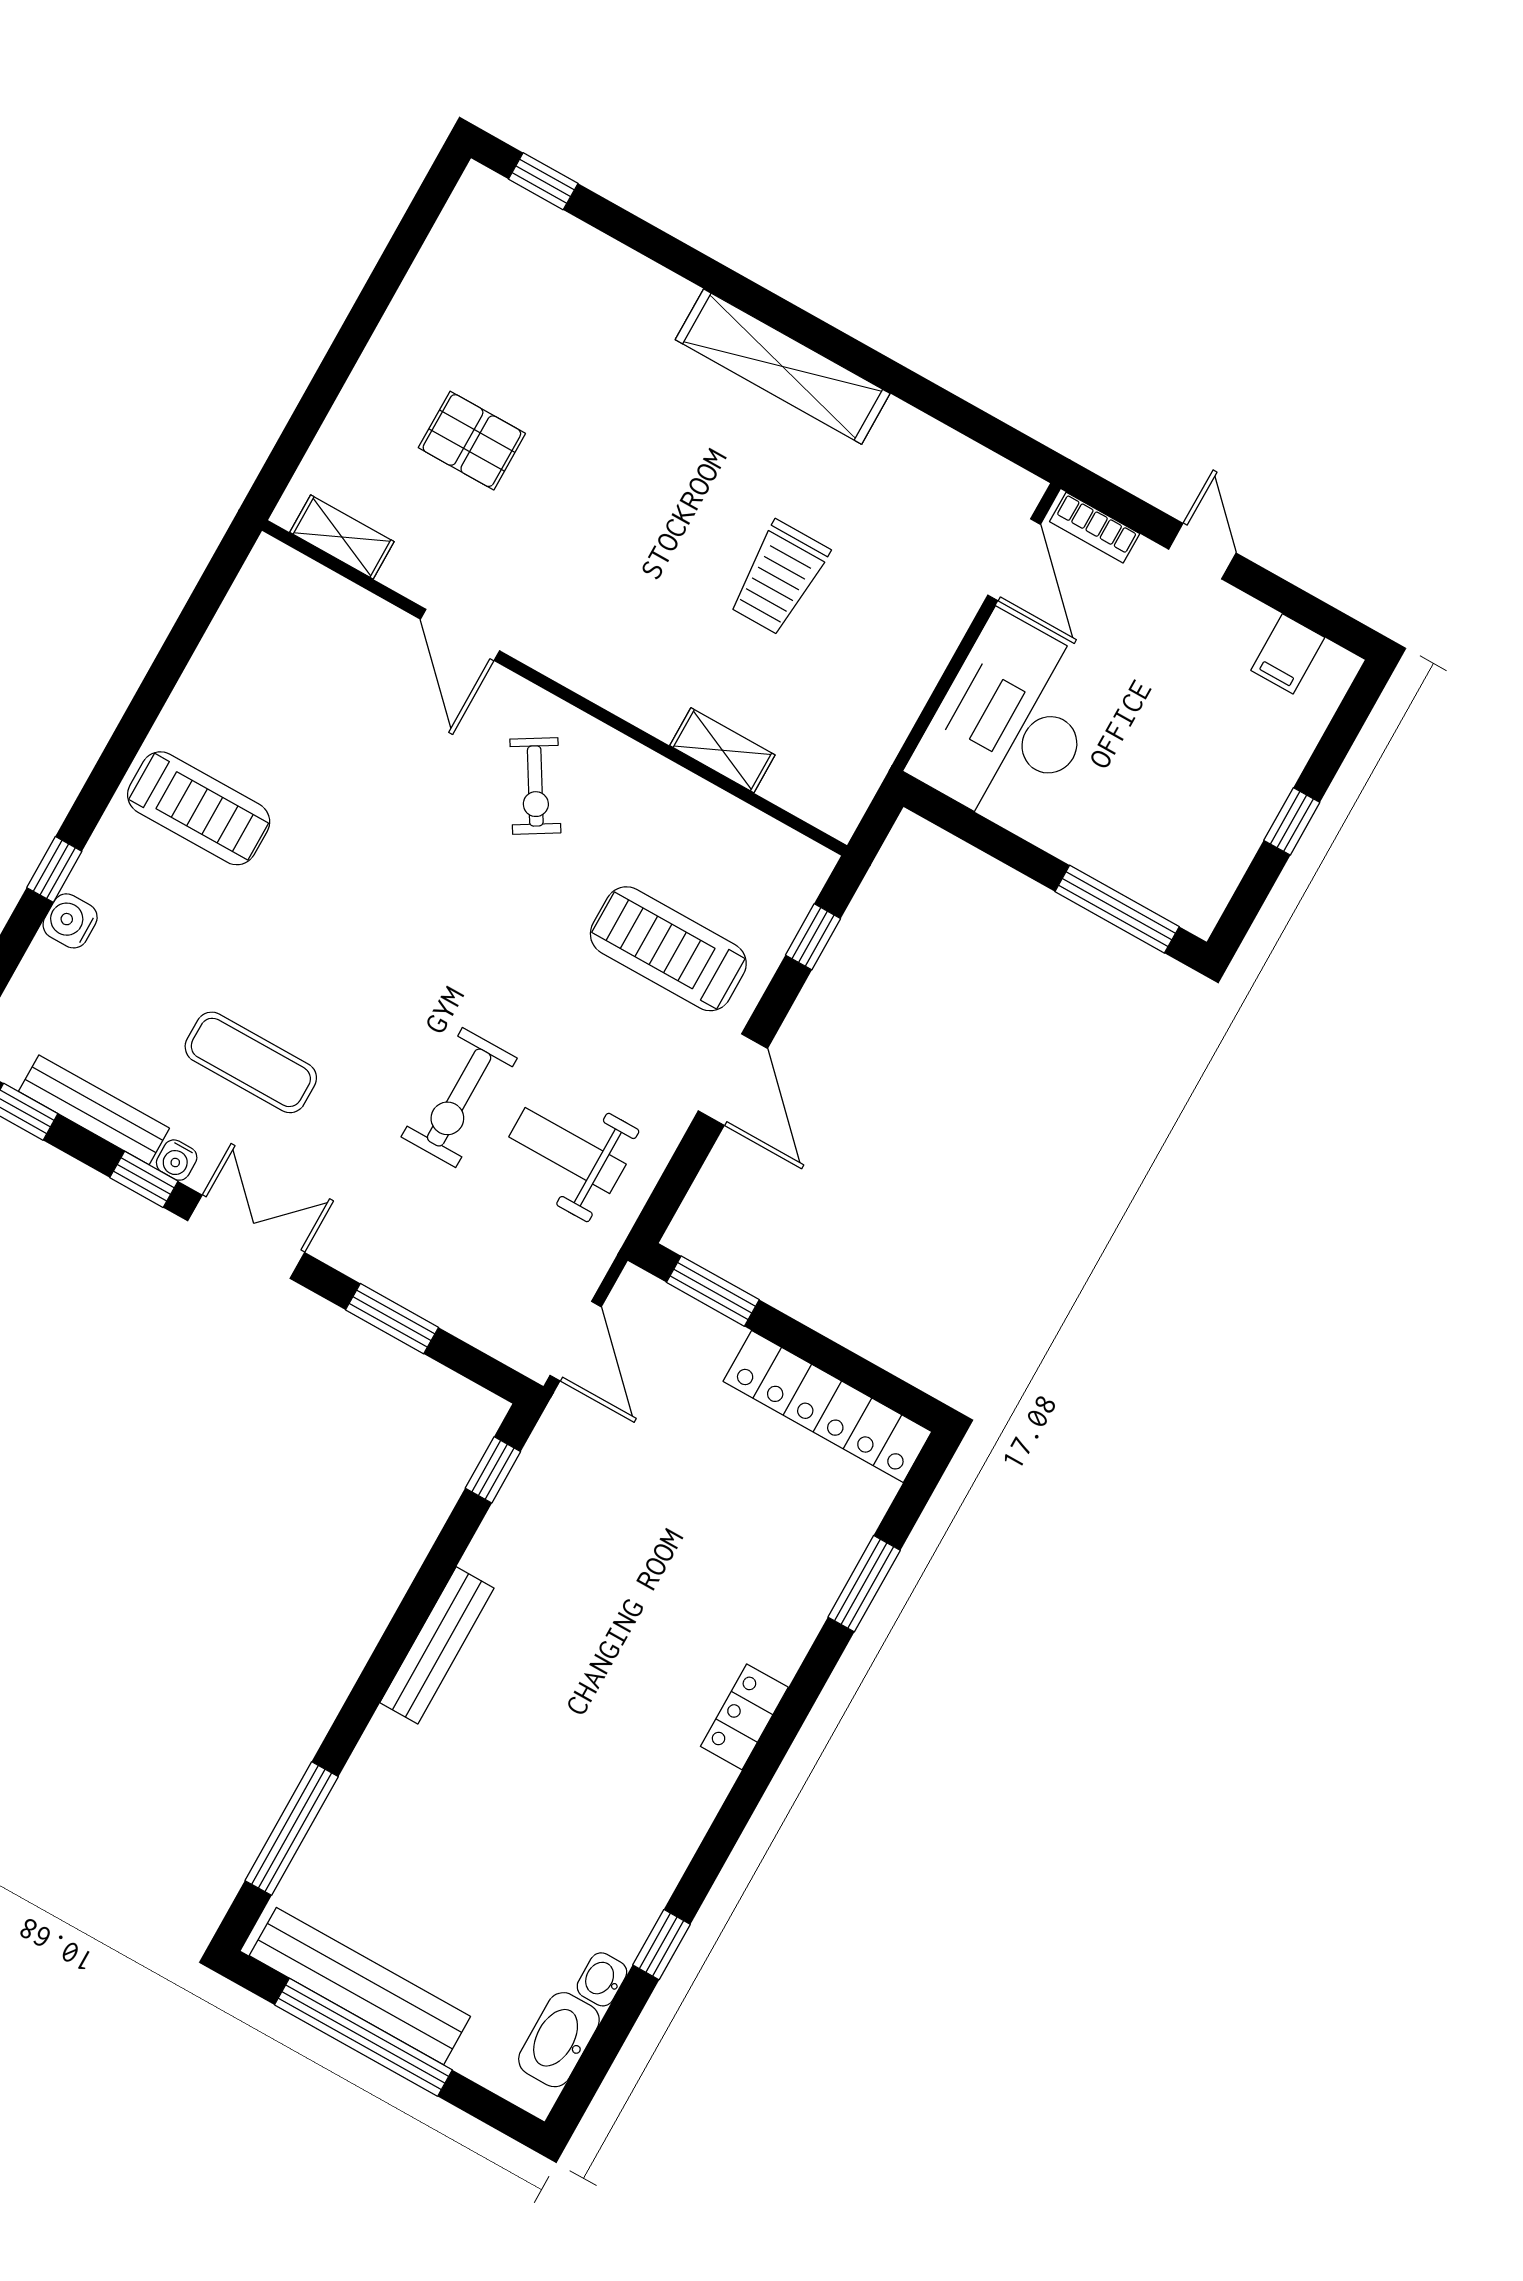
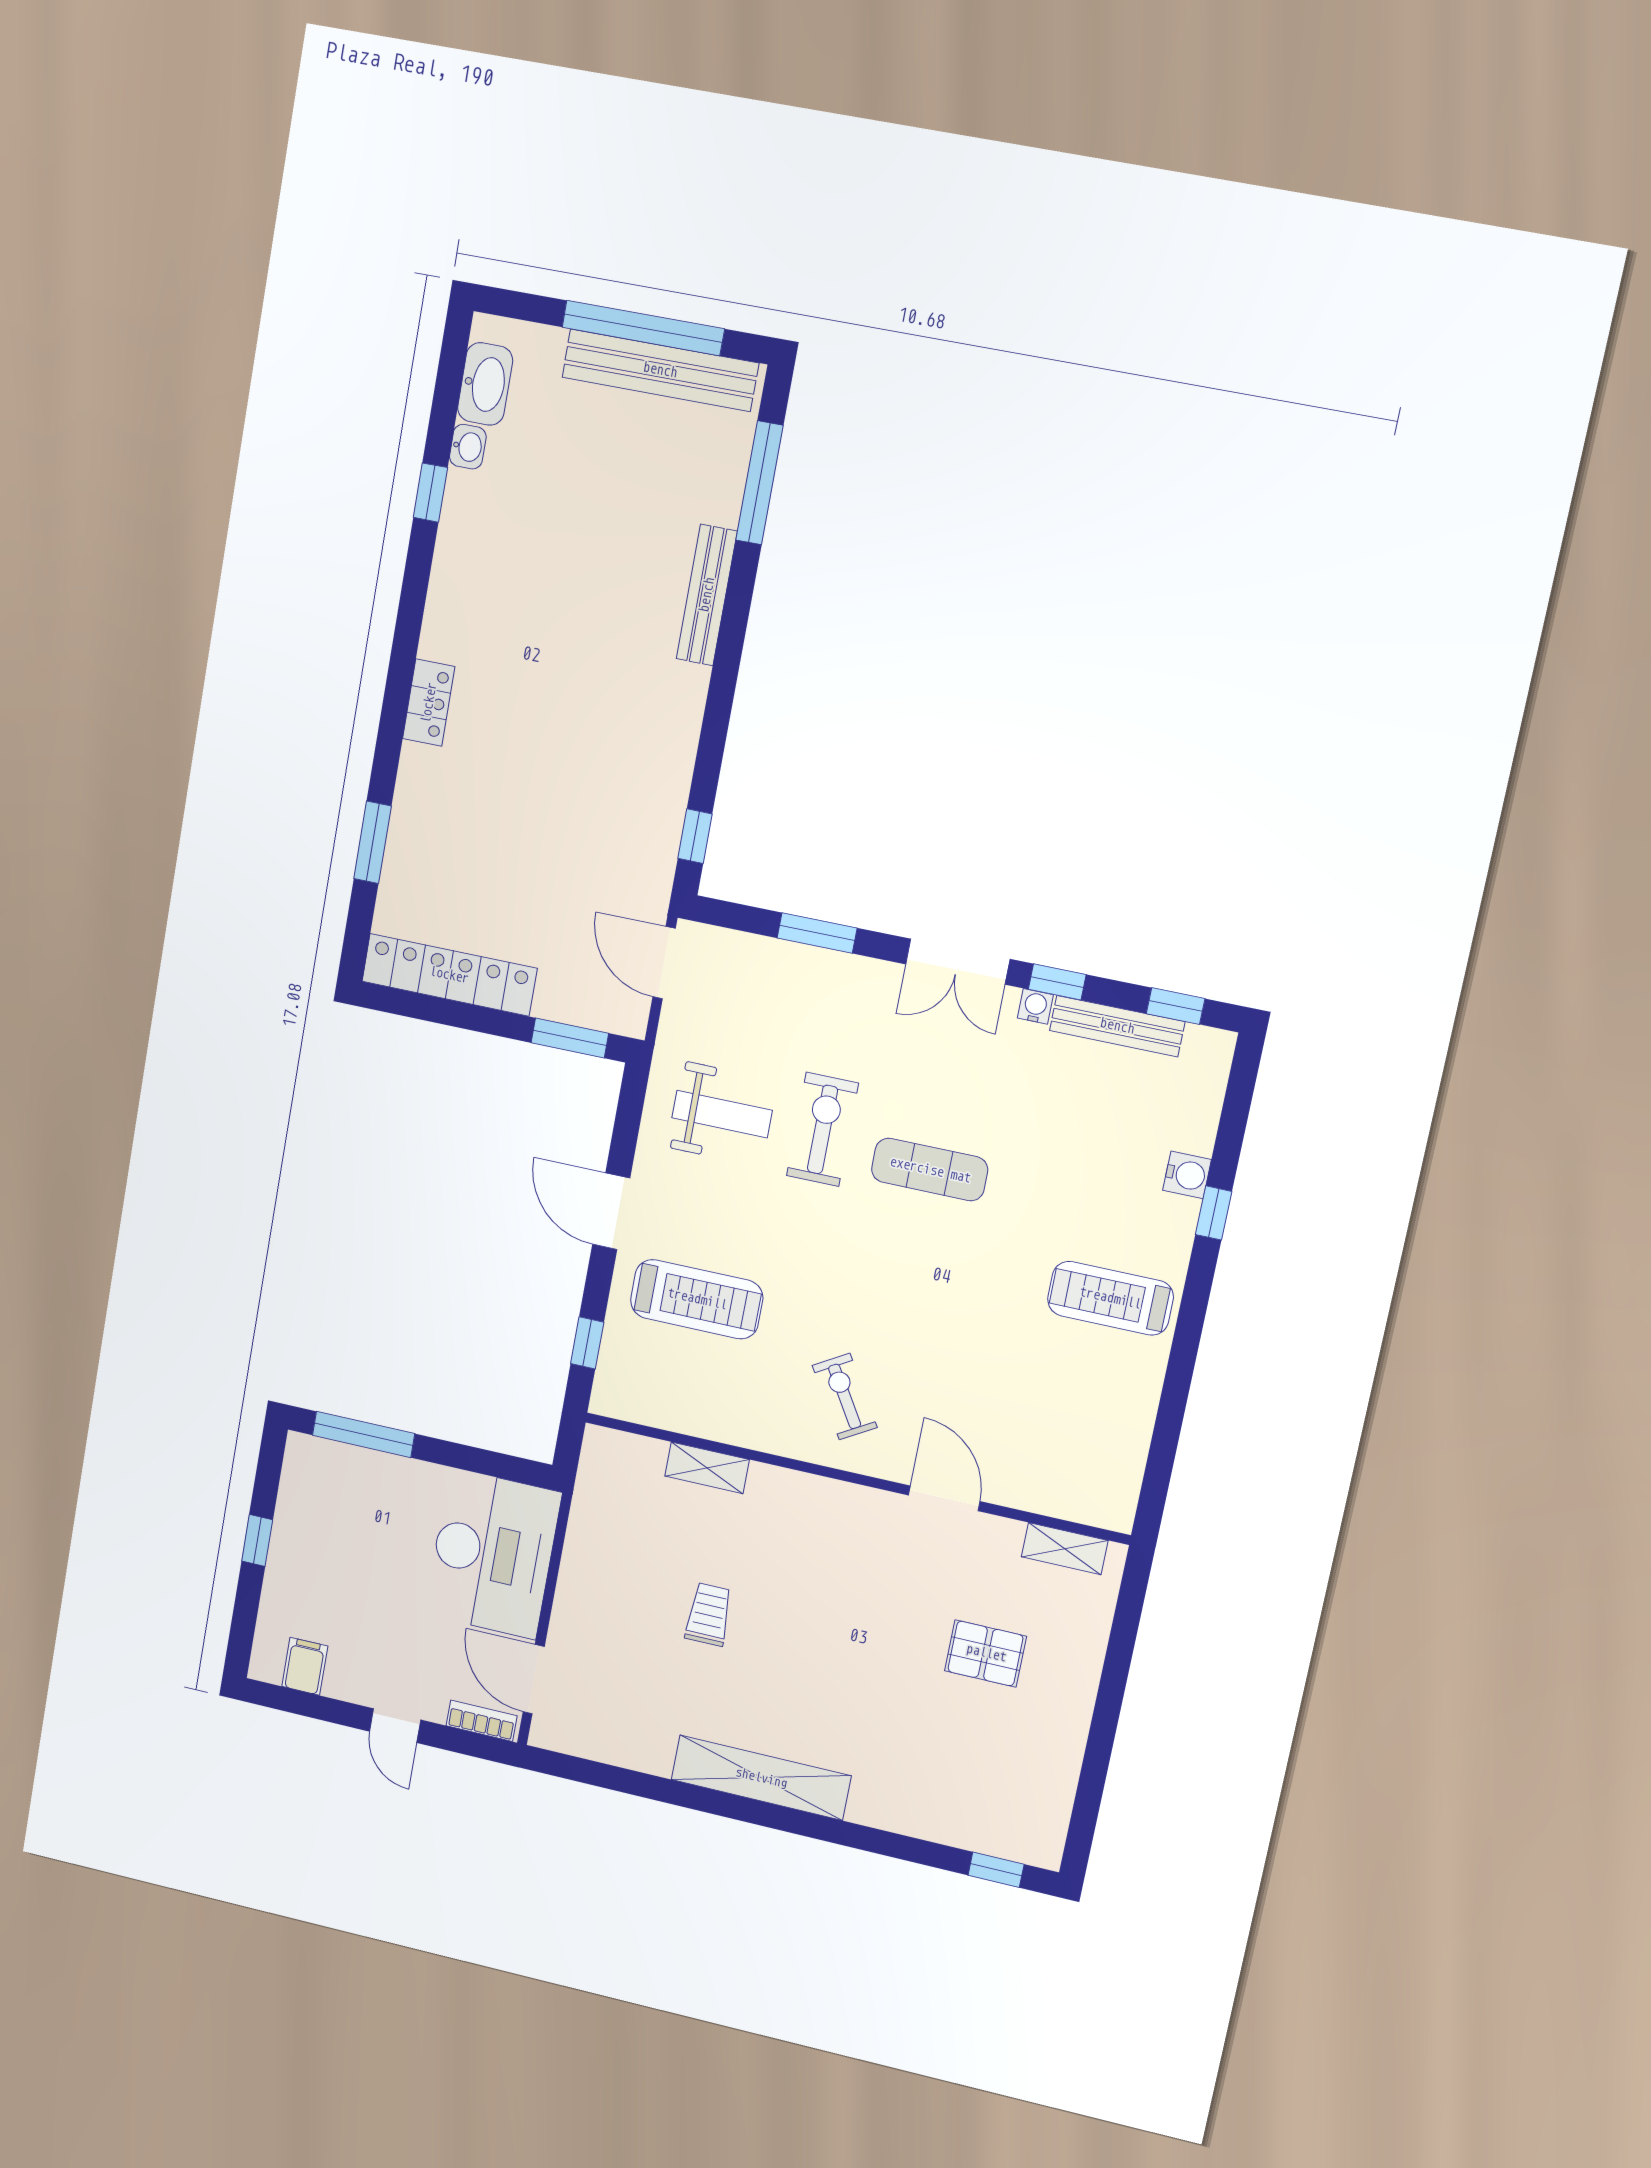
trolley: (779, 578) -> (709, 1614), width x0.73, depth x0.72
exercise mat: (251, 1062) -> (930, 1170), moved
bench: (437, 1645) -> (707, 595), moved

